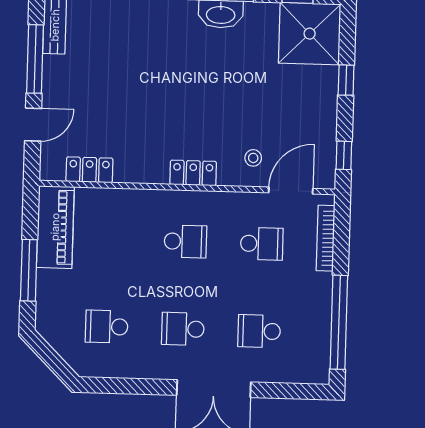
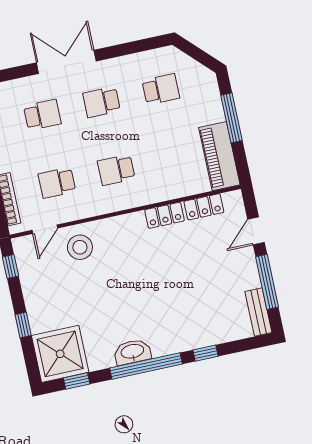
stool: (253, 158) -> (80, 247), width x1.89, depth x1.89
locker: (193, 173) -> (165, 215), moved
door: (291, 191) -> (45, 229), width x0.73
school desk: (183, 329) -> (102, 102), turned 180

